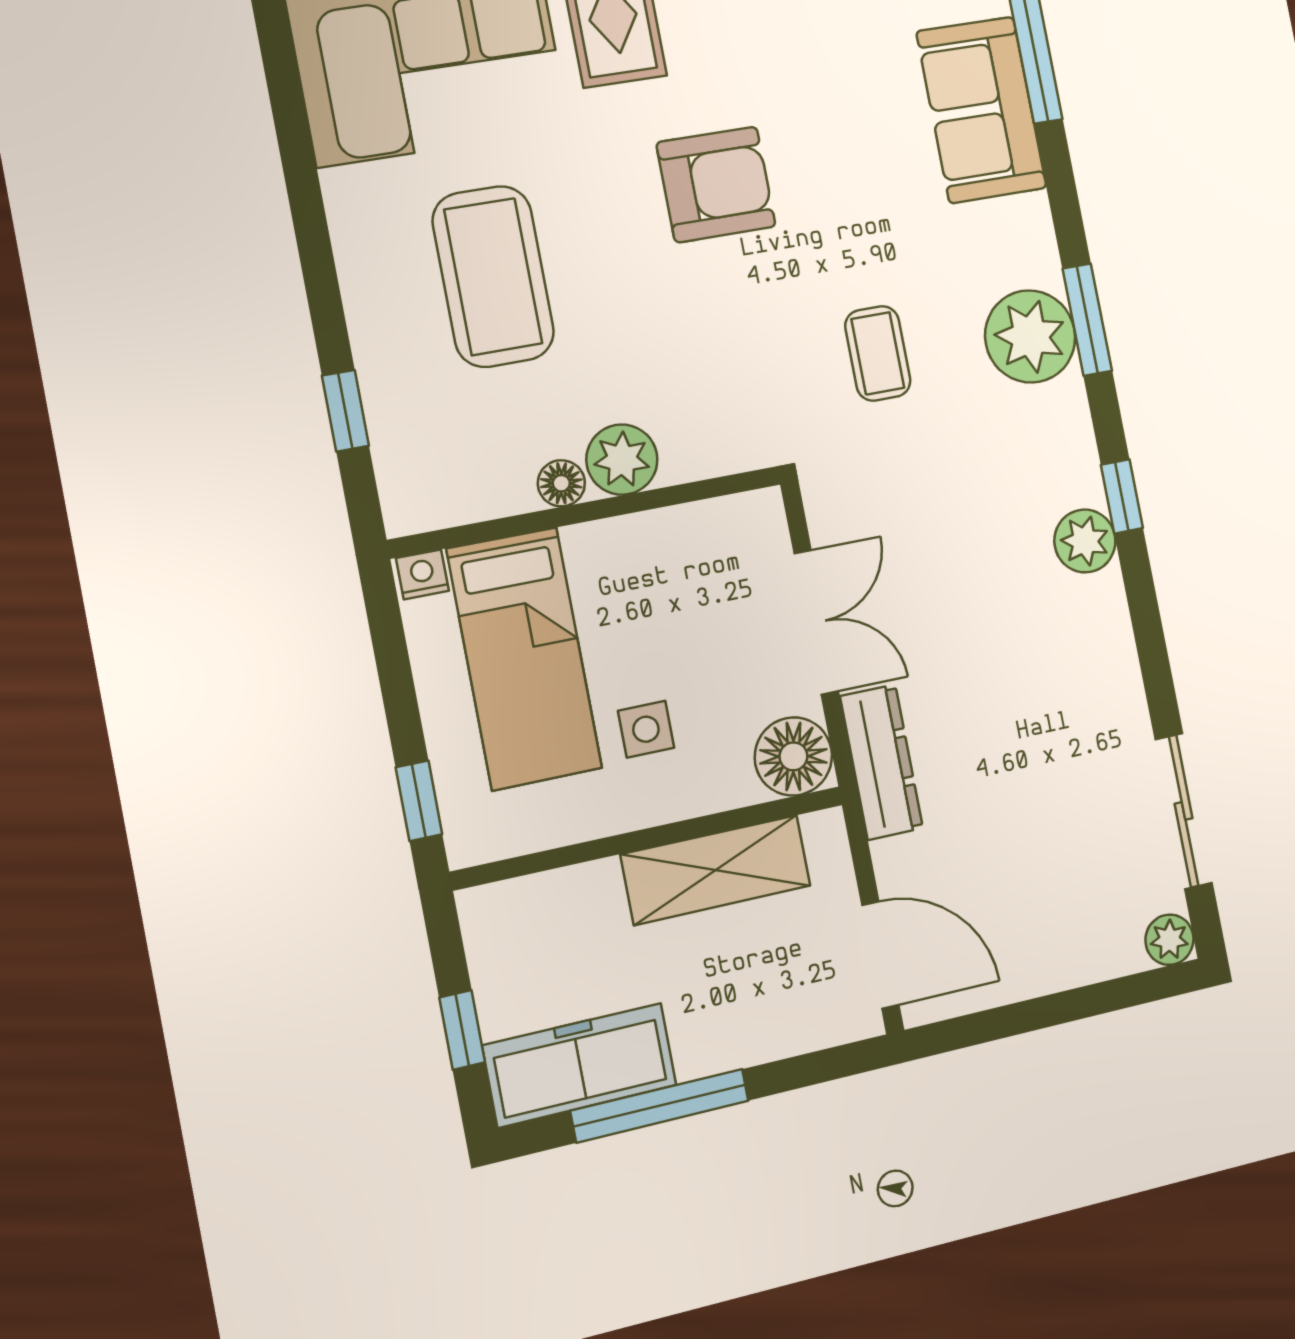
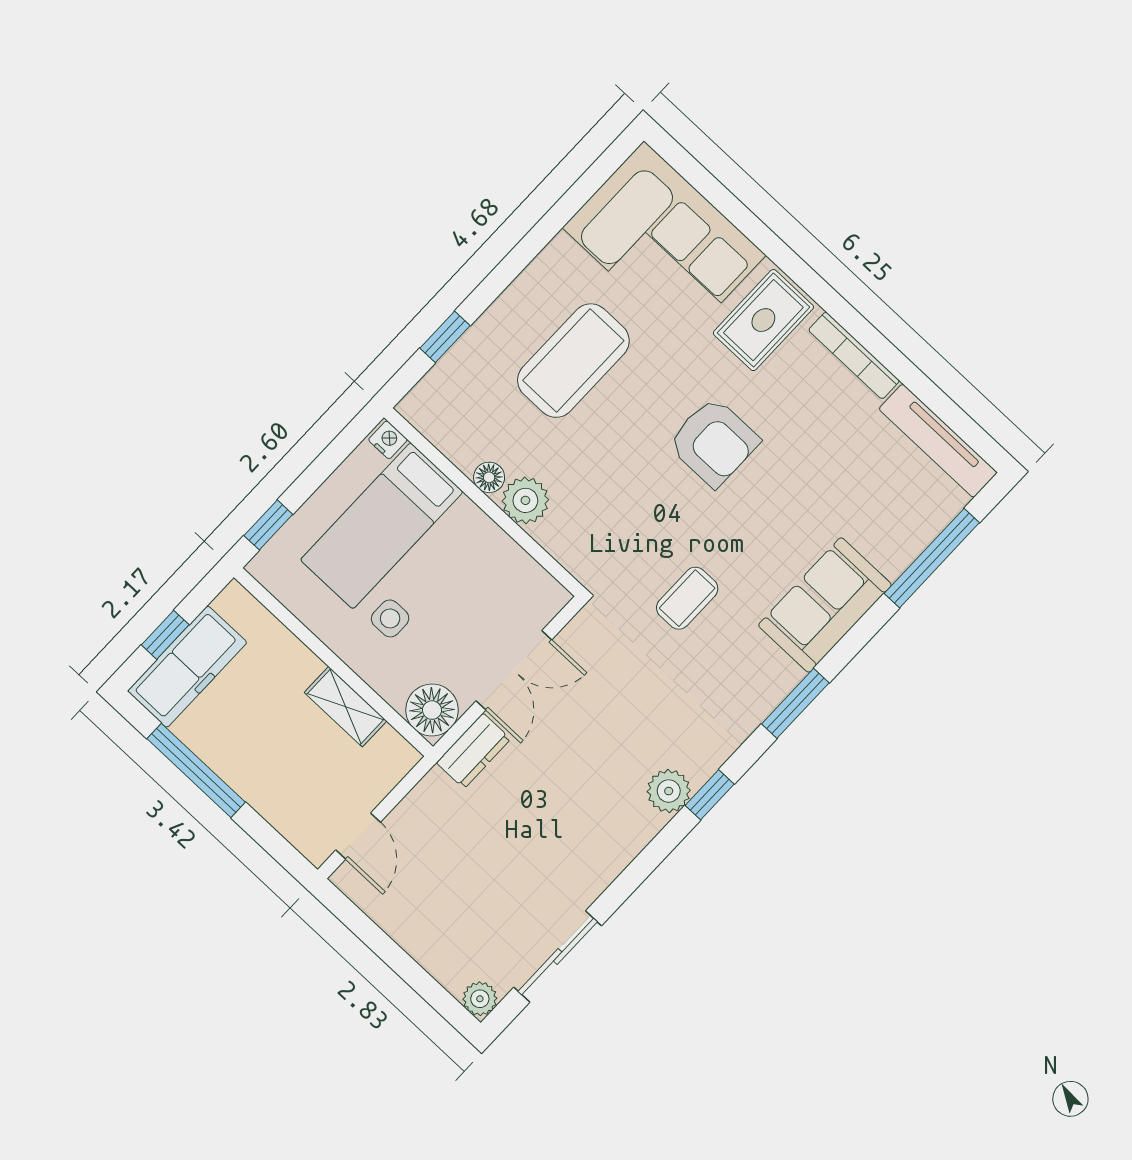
sofa: (981, 110) -> (825, 605), moved
plant: (1030, 336) -> (761, 677), removed
dresser: (881, 762) -> (474, 751), width x0.70
shelving: (716, 870) -> (345, 707), width x0.67, depth x0.75
door: (880, 955) -> (358, 836), width x0.73
freezer: (580, 1065) -> (187, 667), moved, turned 90

